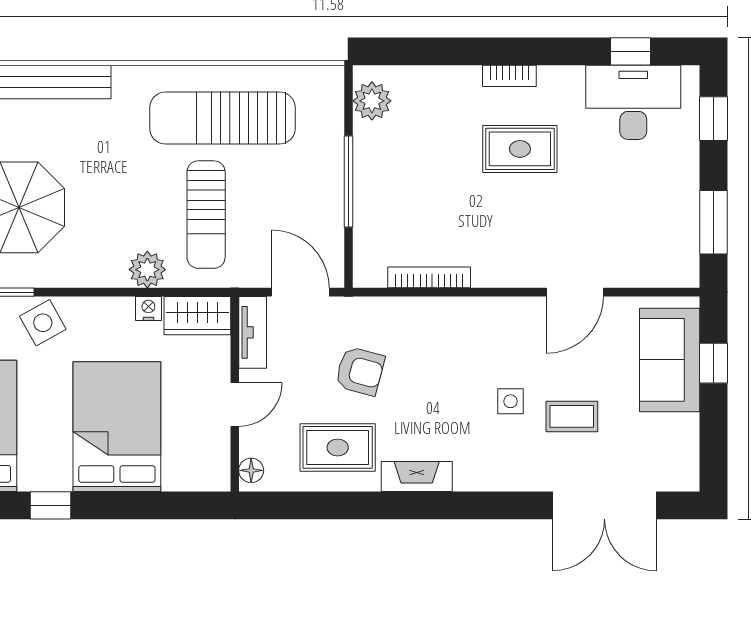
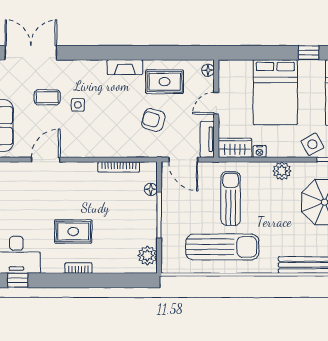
floor lamp: (365, 233) -> (151, 189), added
plant: (147, 270) -> (282, 171), moved

